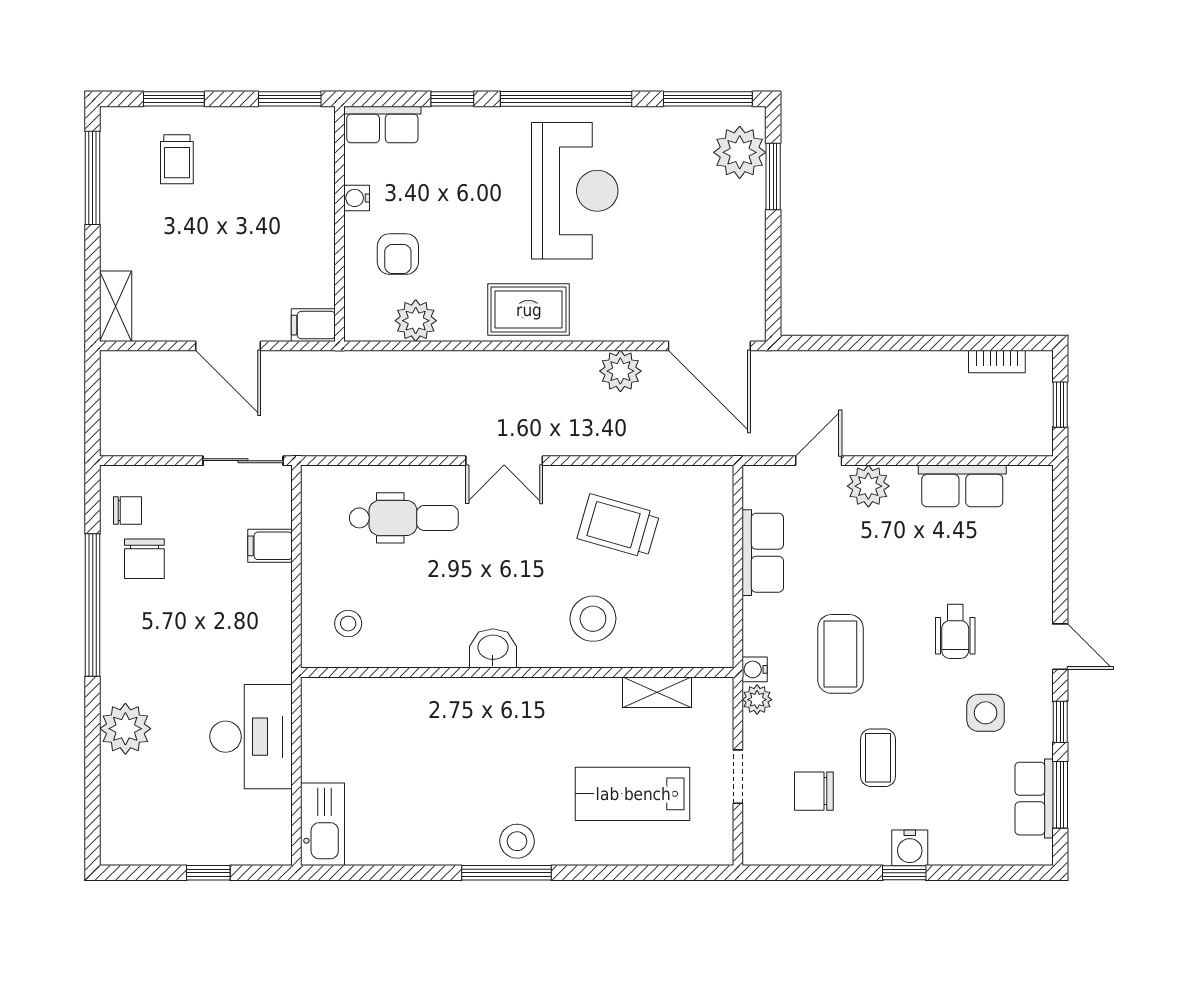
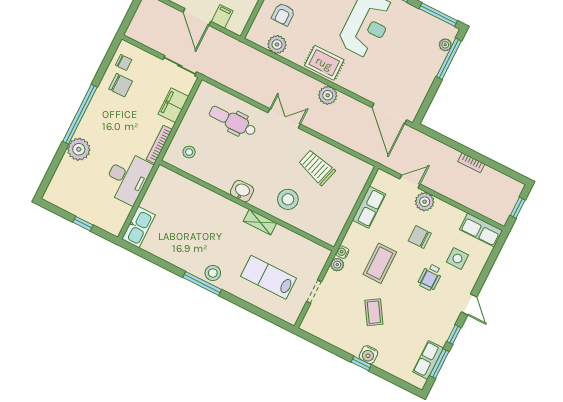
plant: (740, 152) -> (445, 45), width x0.53, depth x0.53
window: (773, 176) -> (449, 59), width x1.44
filing cabinet: (313, 325) -> (222, 16), moved, turned 90
bookcase: (997, 361) -> (471, 163), moved
plant: (620, 371) -> (328, 95), moved
double door: (504, 461) -> (284, 118), swing flipped
row of seats: (962, 486) -> (481, 230), moved
dental chair: (404, 518) -> (233, 121), turned 180
filing cabinet: (270, 546) -> (173, 105), width x2.00
chair: (144, 559) -> (121, 85), turned -90
window: (93, 605) -> (80, 114), moved
bookcase: (281, 638) -> (159, 144), added
shelving: (657, 692) -> (260, 222), moved
side table: (986, 713) -> (457, 259), moved
coffee table: (878, 758) -> (374, 312), turned -32
chair: (814, 791) -> (420, 237), moved

